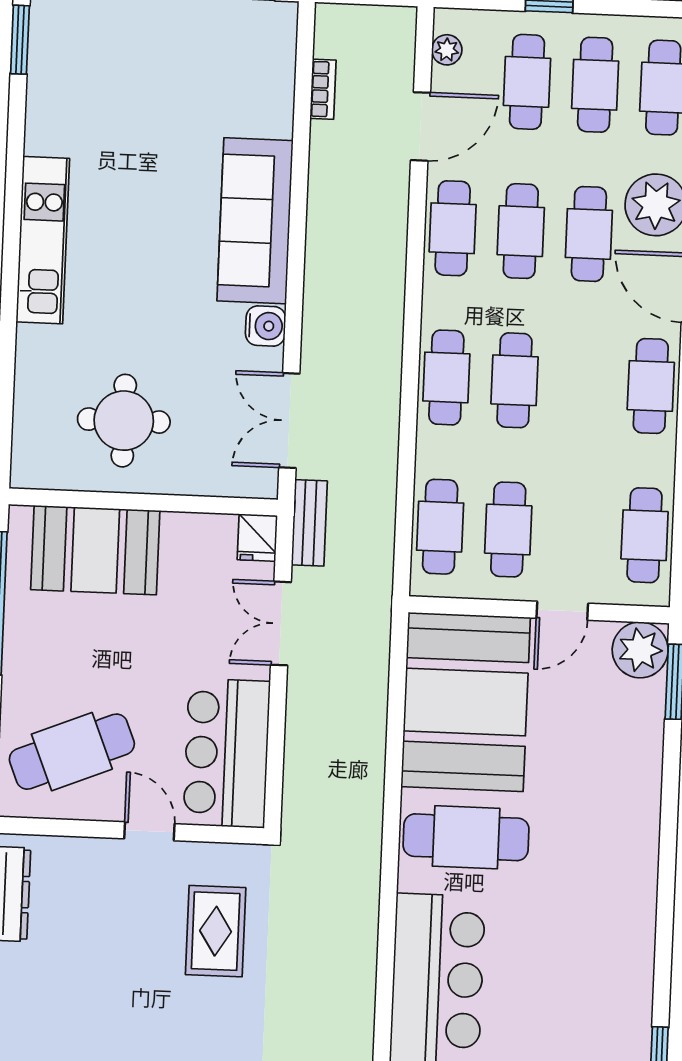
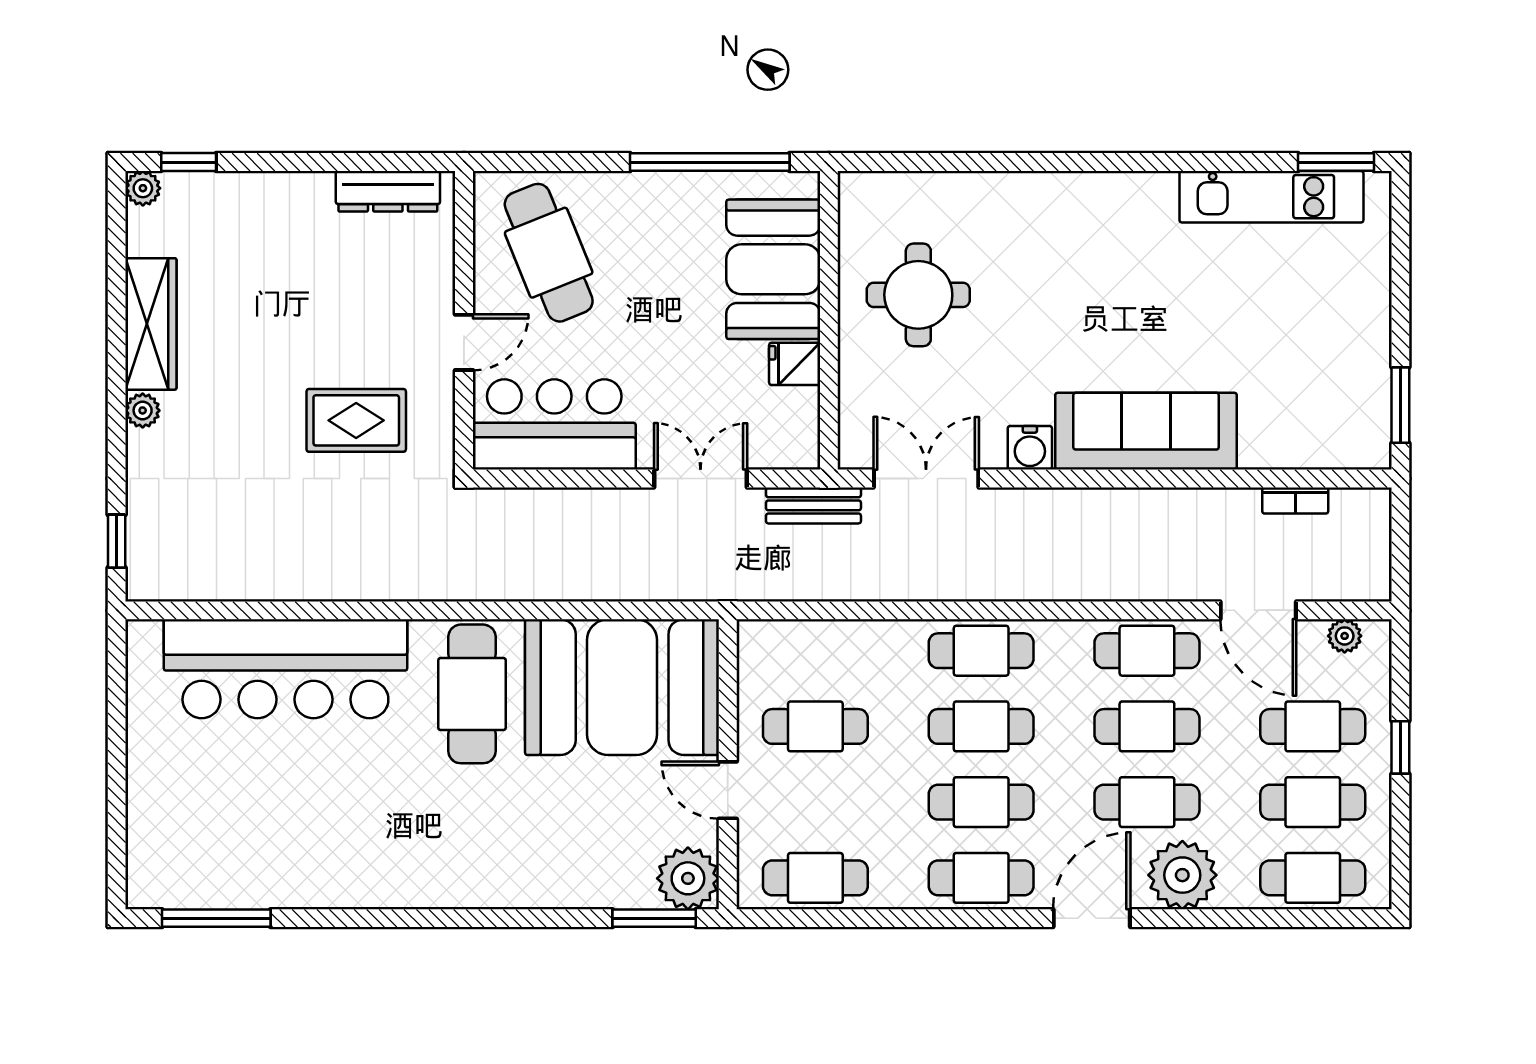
kitchen unit: (43, 240) -> (1271, 197), moved
cafe table: (440, 527) -> (981, 802), moved
fridge: (257, 538) -> (795, 364), moved

